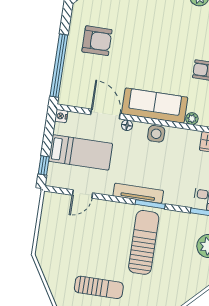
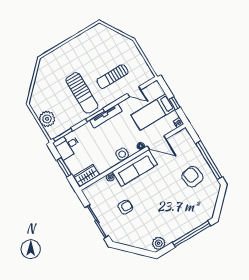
armchair: (97, 41) -> (192, 177), turned 80
window: (59, 66) -> (209, 160), moved
window: (44, 165) -> (174, 103), moved
door: (82, 194) -> (134, 92), swing flipped
sun lounger: (99, 287) -> (112, 76), moved

